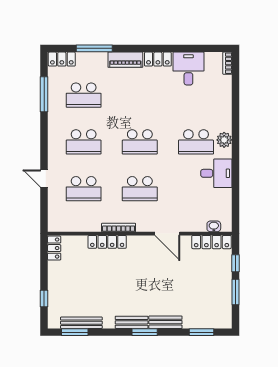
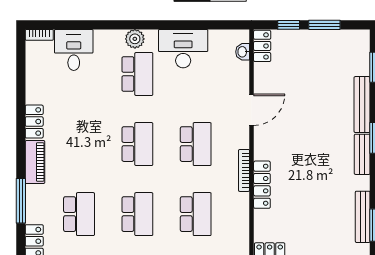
desk: (188, 69) -> (74, 50), moved, turned 90
desk: (216, 173) -> (183, 49), width x1.37
locker: (211, 242) -> (262, 46), width x0.66
bench: (165, 322) -> (362, 105), width x1.36

